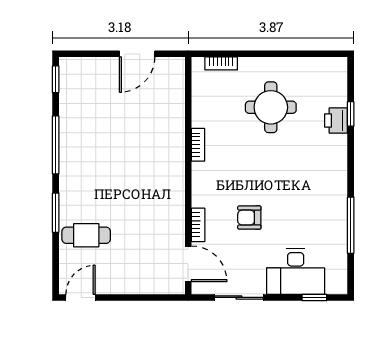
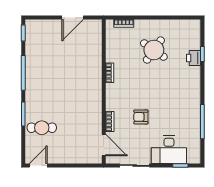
round table: (271, 107) -> (154, 50), turned 35

